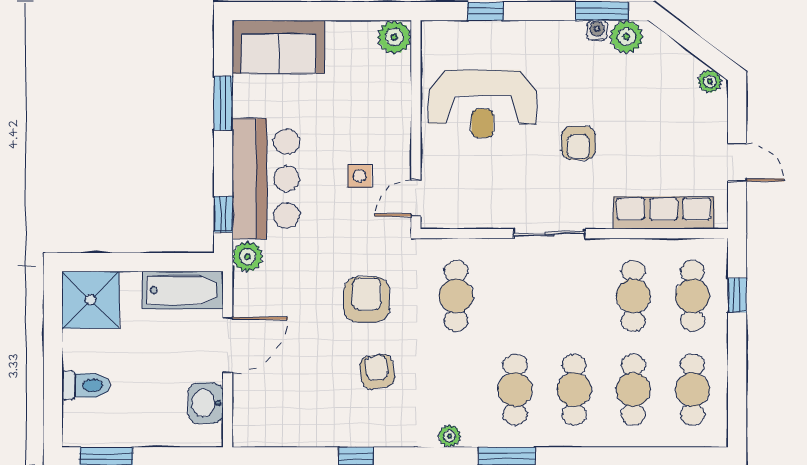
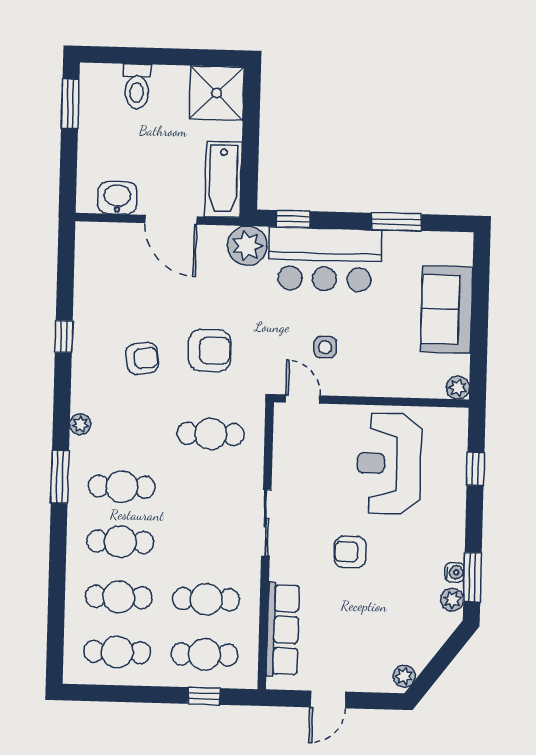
plant: (394, 37) -> (458, 388), width x0.73, depth x0.73
plant: (626, 37) -> (452, 600), width x0.73, depth x0.73
sofa: (278, 47) -> (447, 309), moved
plant: (248, 257) -> (247, 246), width x1.36, depth x1.36

